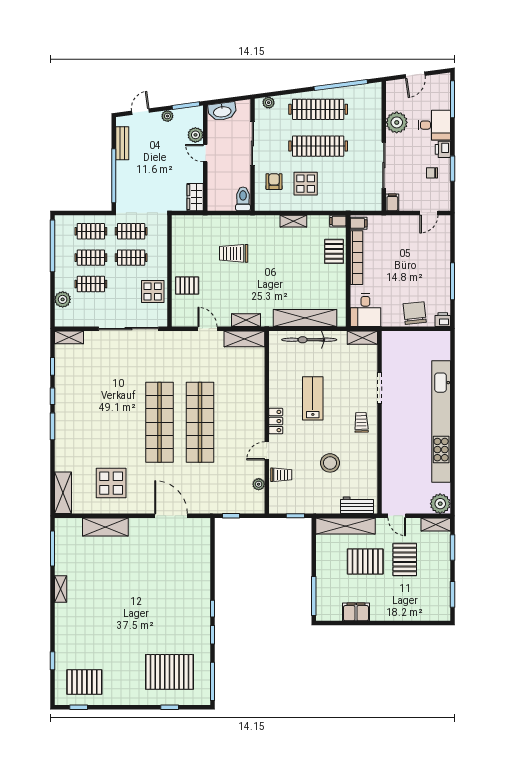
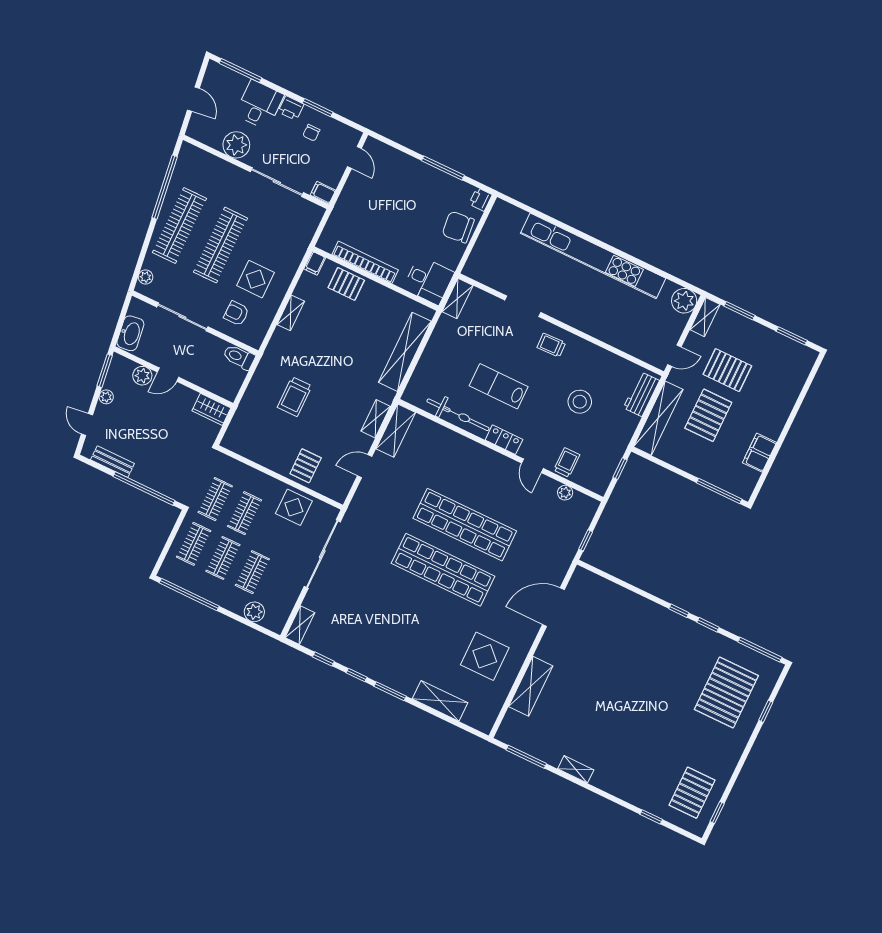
filing cabinet: (359, 223) -> (328, 241), removed
bicycle: (309, 340) -> (458, 415), moved, turned -90
shelving: (63, 493) -> (440, 701), moved

